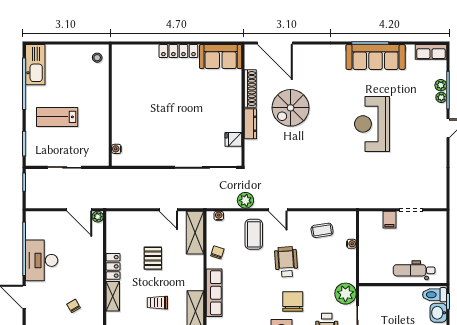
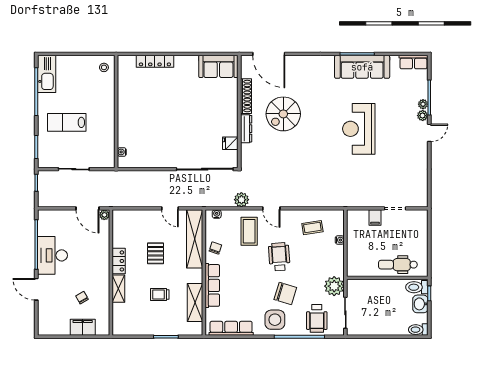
locker: (178, 51) -> (155, 61), moved
plant: (441, 85) -> (423, 116), moved
shelving: (195, 233) -> (195, 239), width x1.47
chair: (293, 301) -> (285, 293), turned 107

